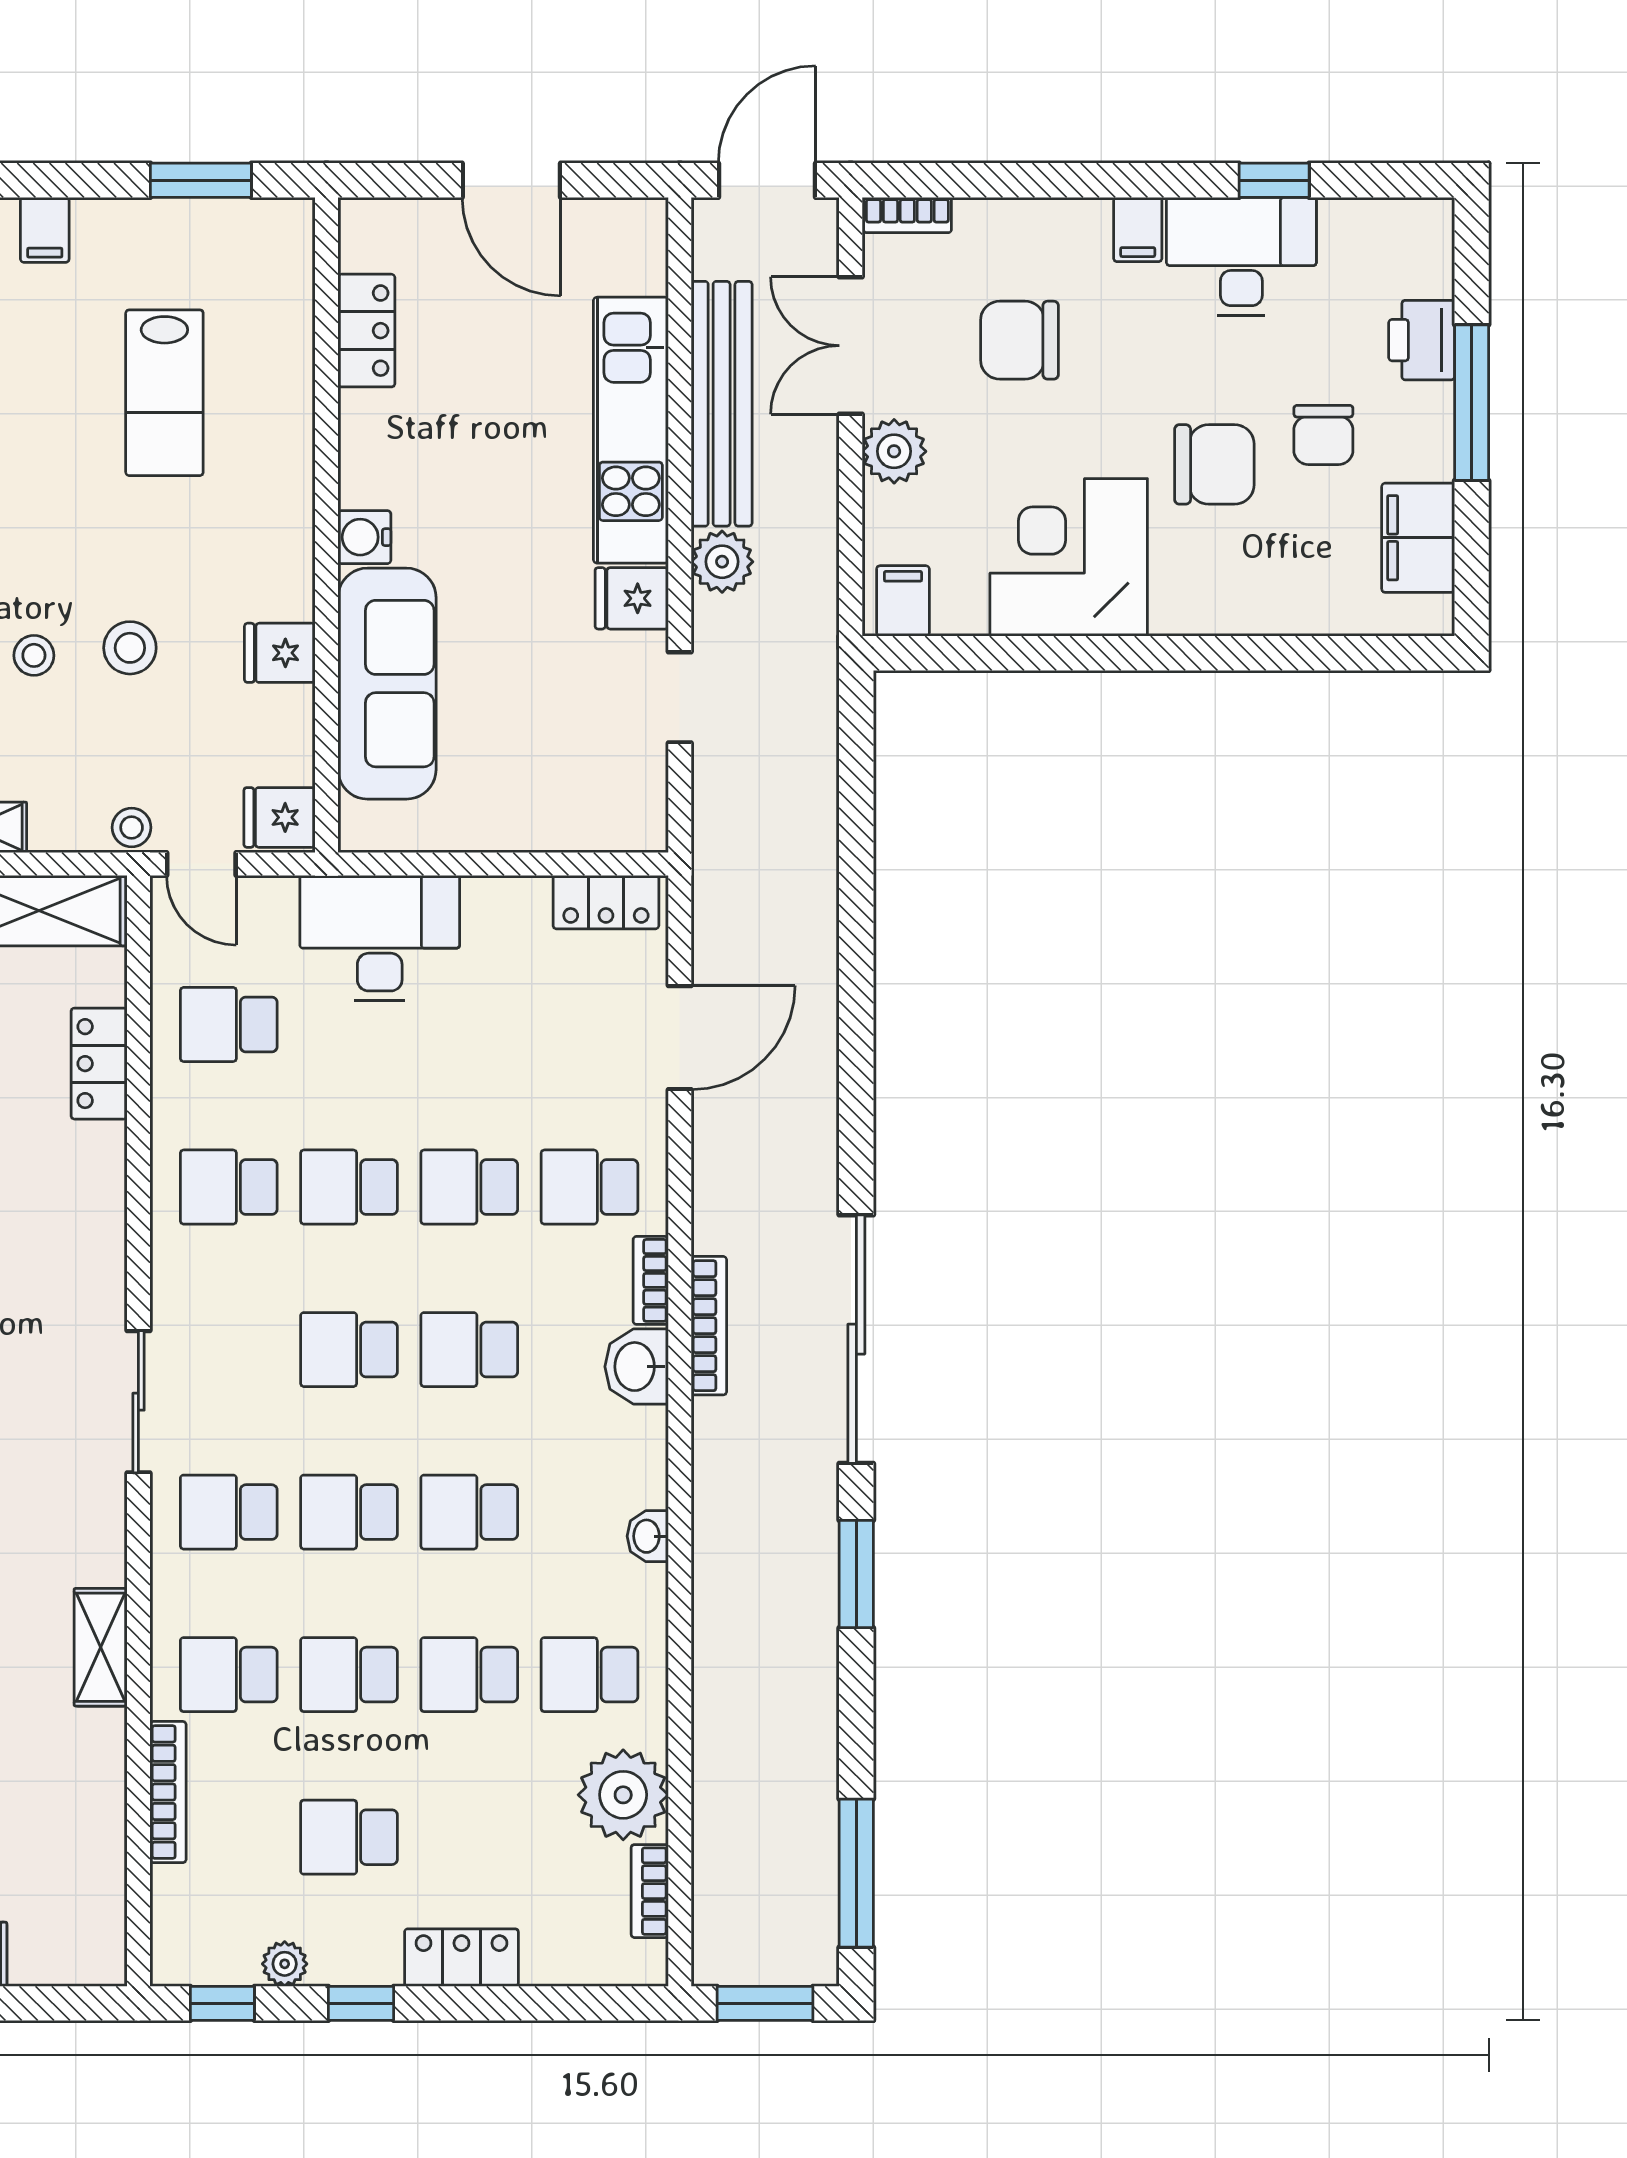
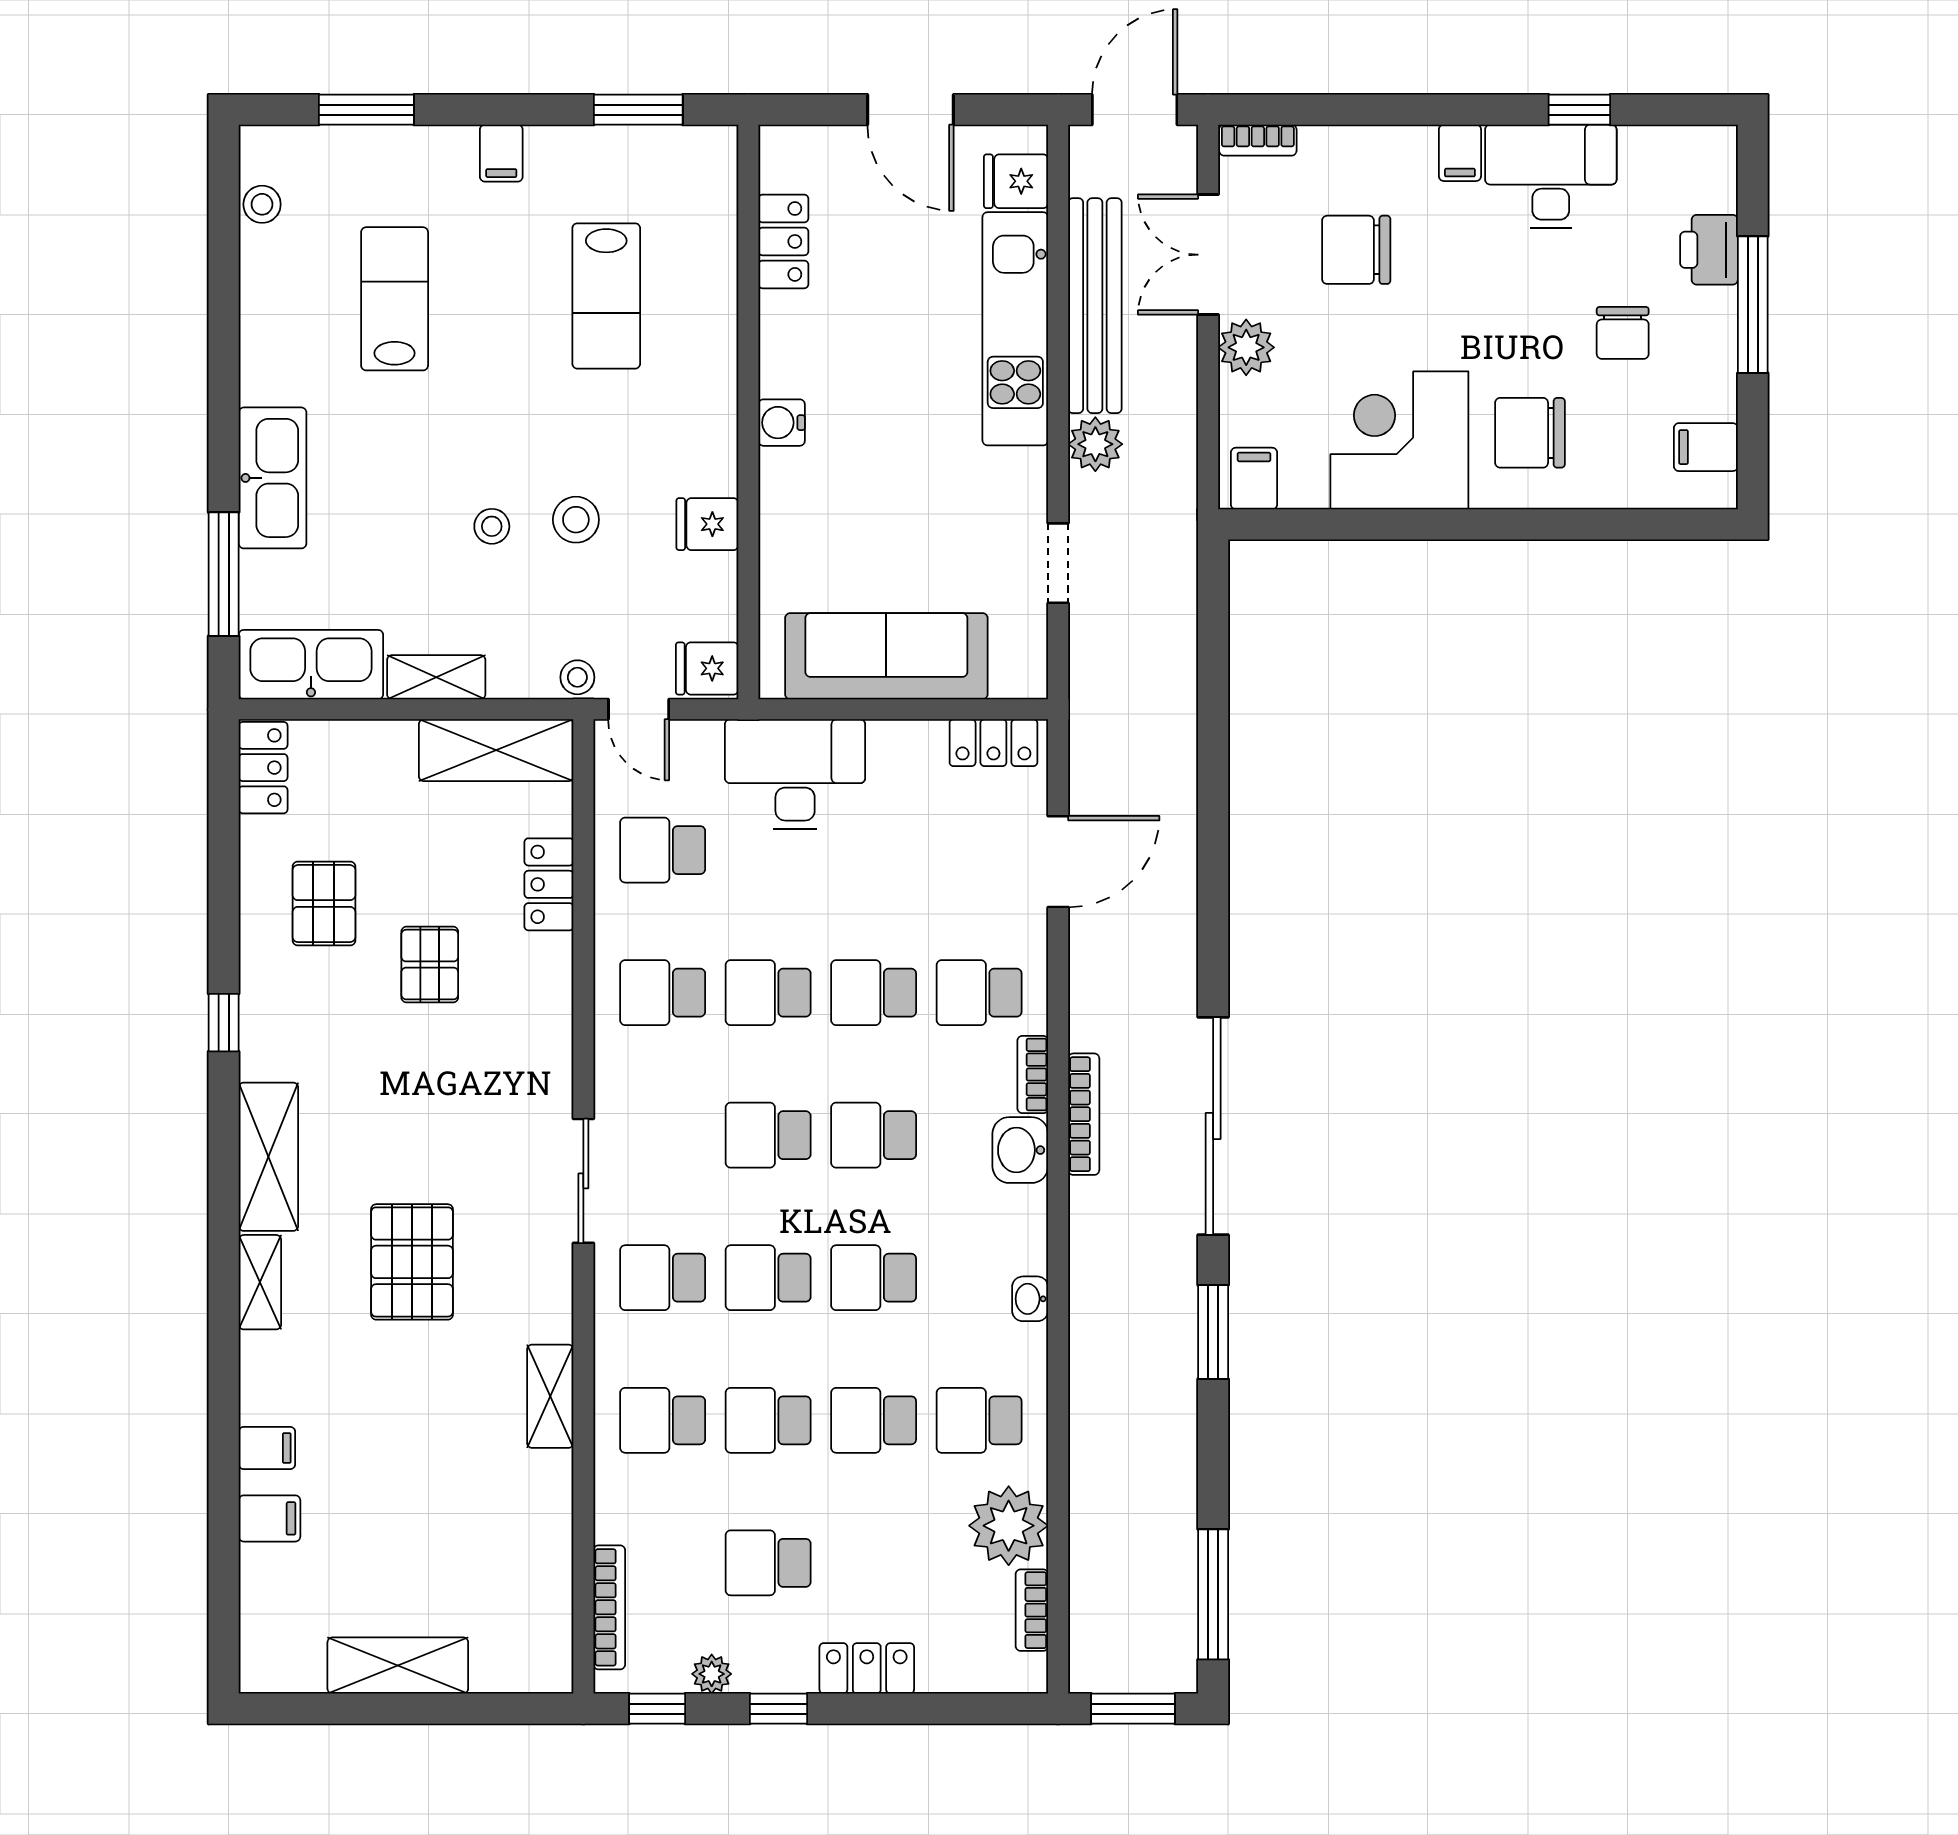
chair: (1214, 464) -> (1530, 433), moved, turned 180
filing cabinet: (1418, 538) -> (1706, 447), width x0.50
fridge: (632, 598) -> (1016, 181), moved
sofa: (387, 684) -> (886, 656), moved, turned -90
bookcase: (168, 1792) -> (609, 1607), moved

